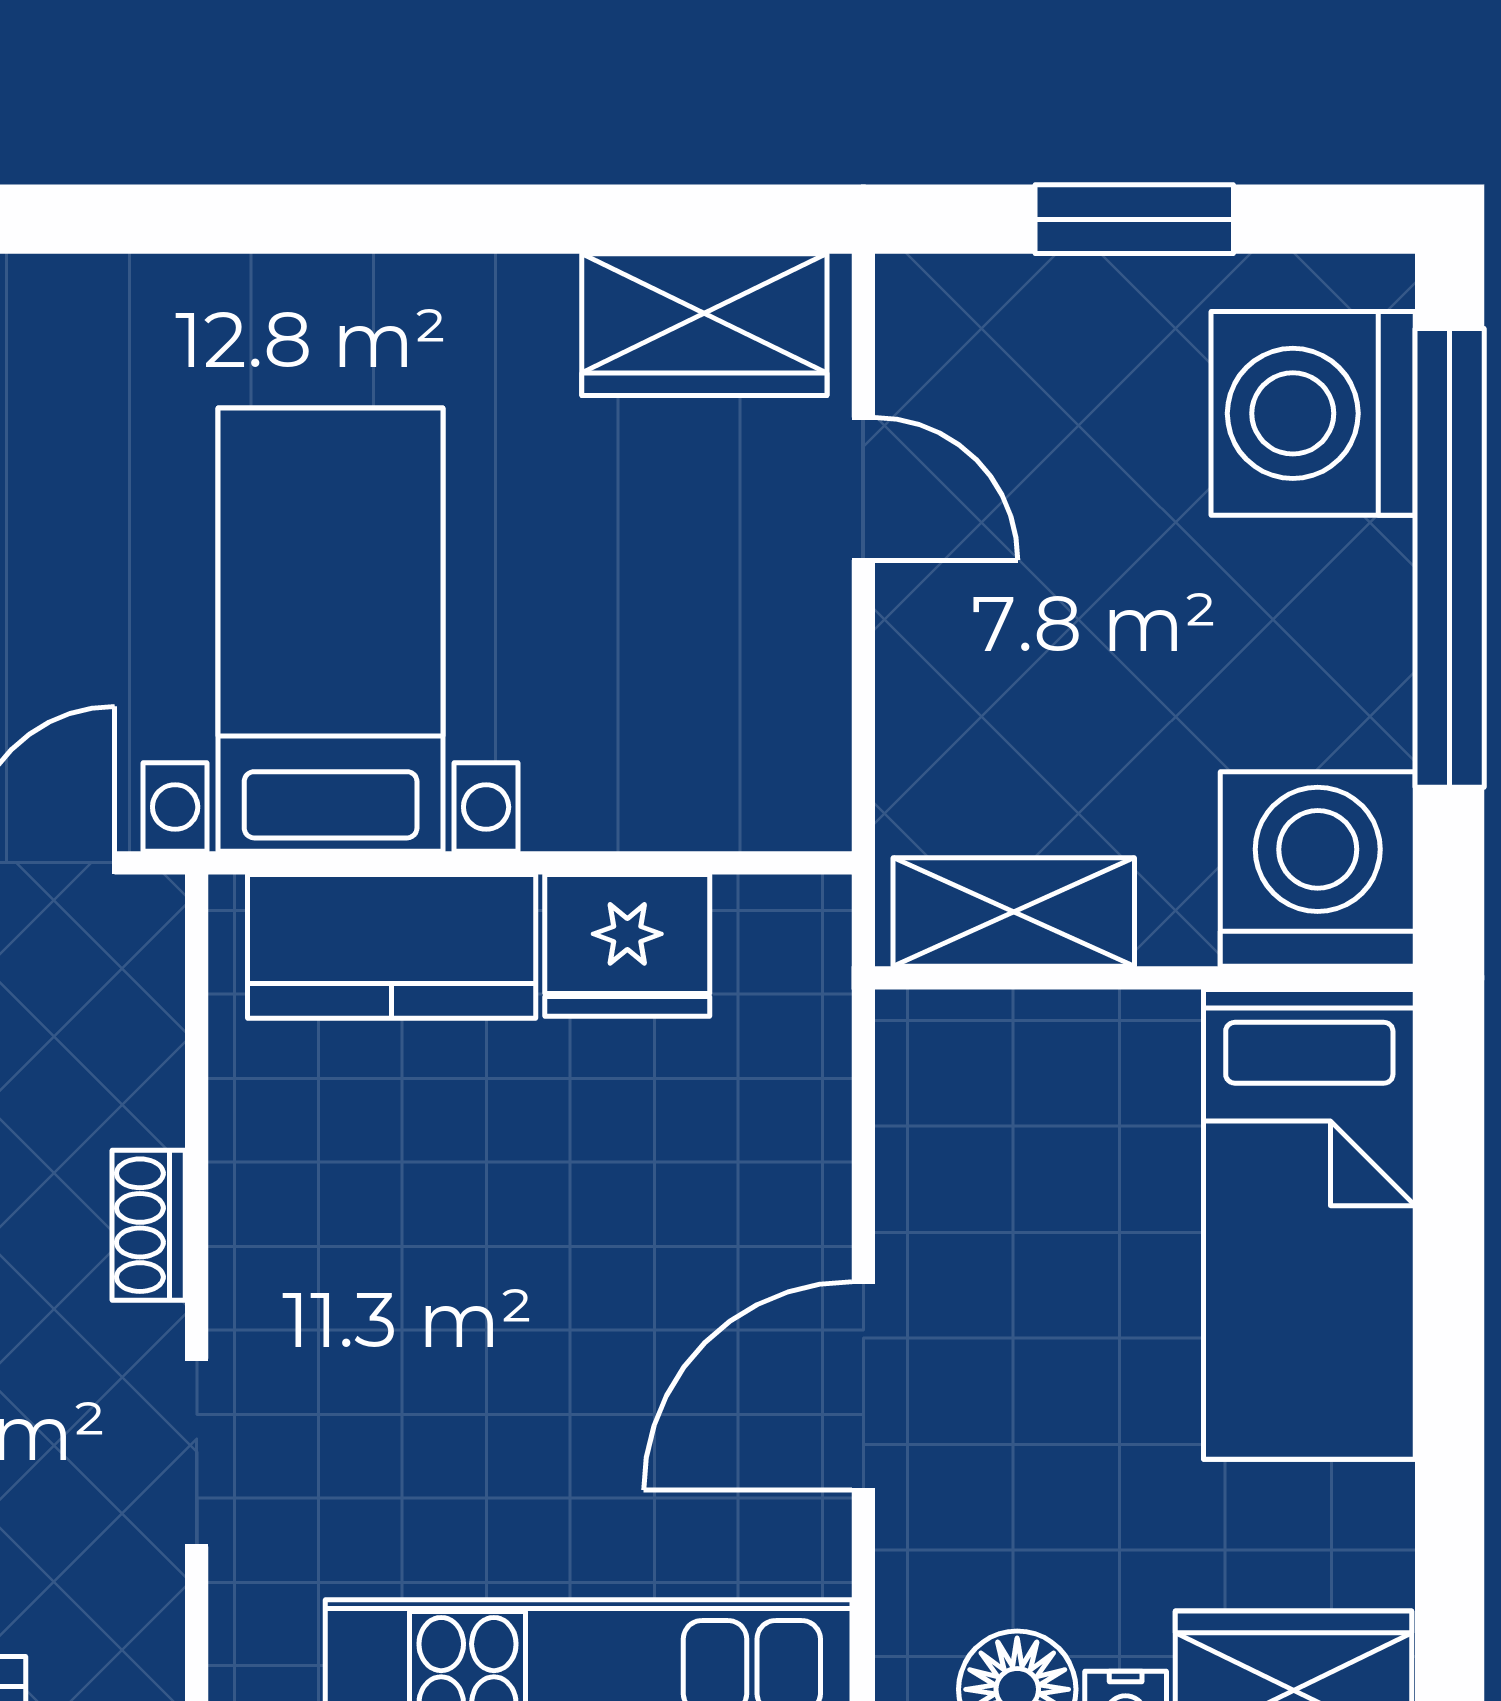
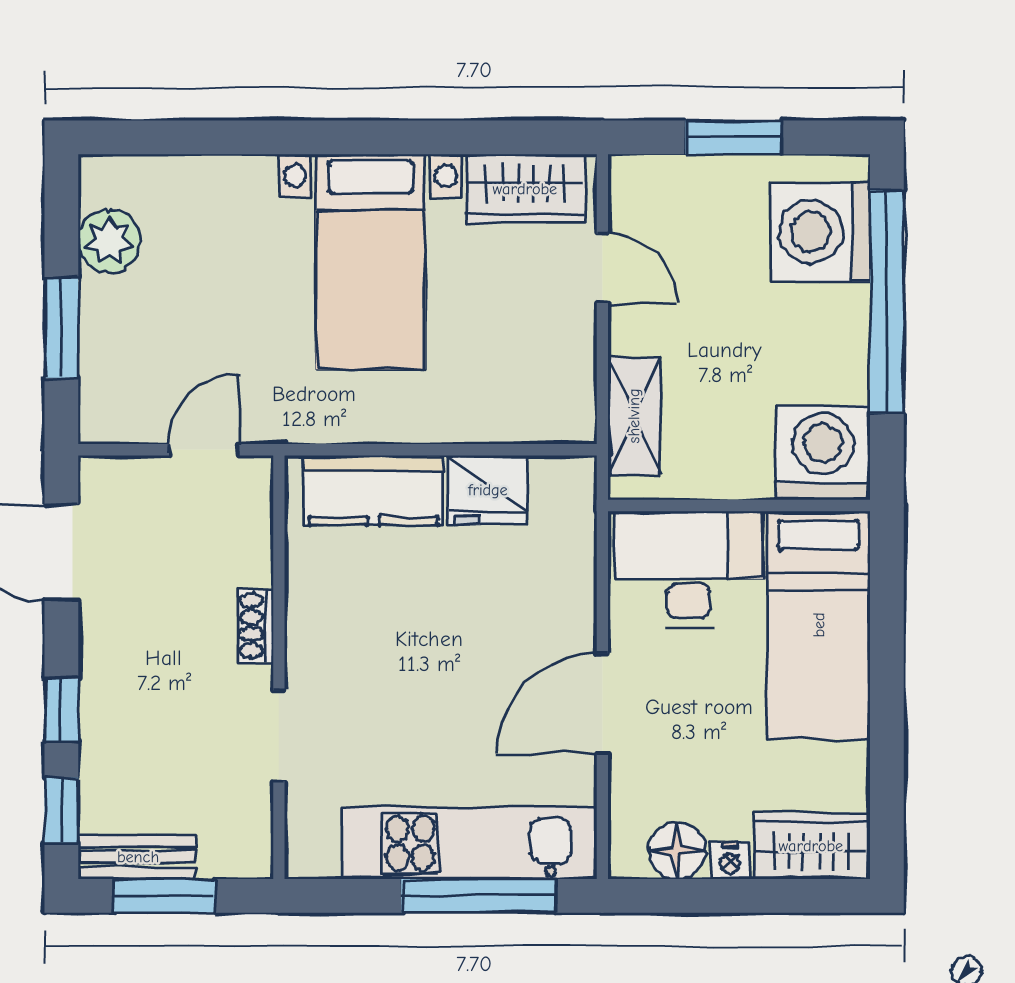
bed with nightstands: (331, 630) -> (370, 262), moved, turned 180
shelving: (1014, 912) -> (634, 416), moved, turned 90
desk: (1041, 1109) -> (689, 569), added

